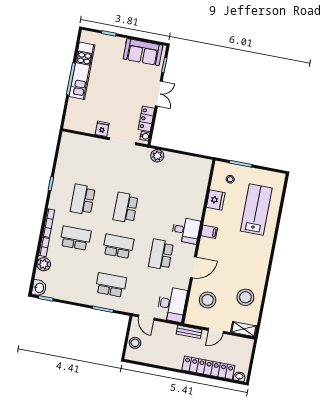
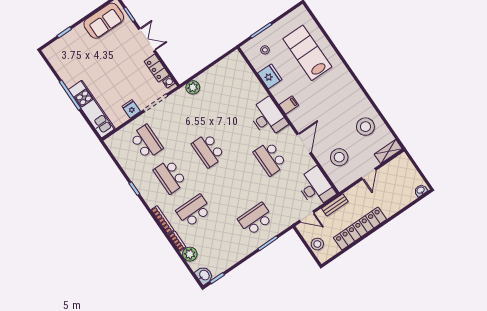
kitchen unit: (82, 71) -> (92, 109), moved
desk: (186, 230) -> (268, 118), width x1.37
school desk: (118, 246) -> (146, 142), moved, turned 90
bench: (189, 332) -> (335, 205), moved
locker: (208, 368) -> (360, 228), moved

